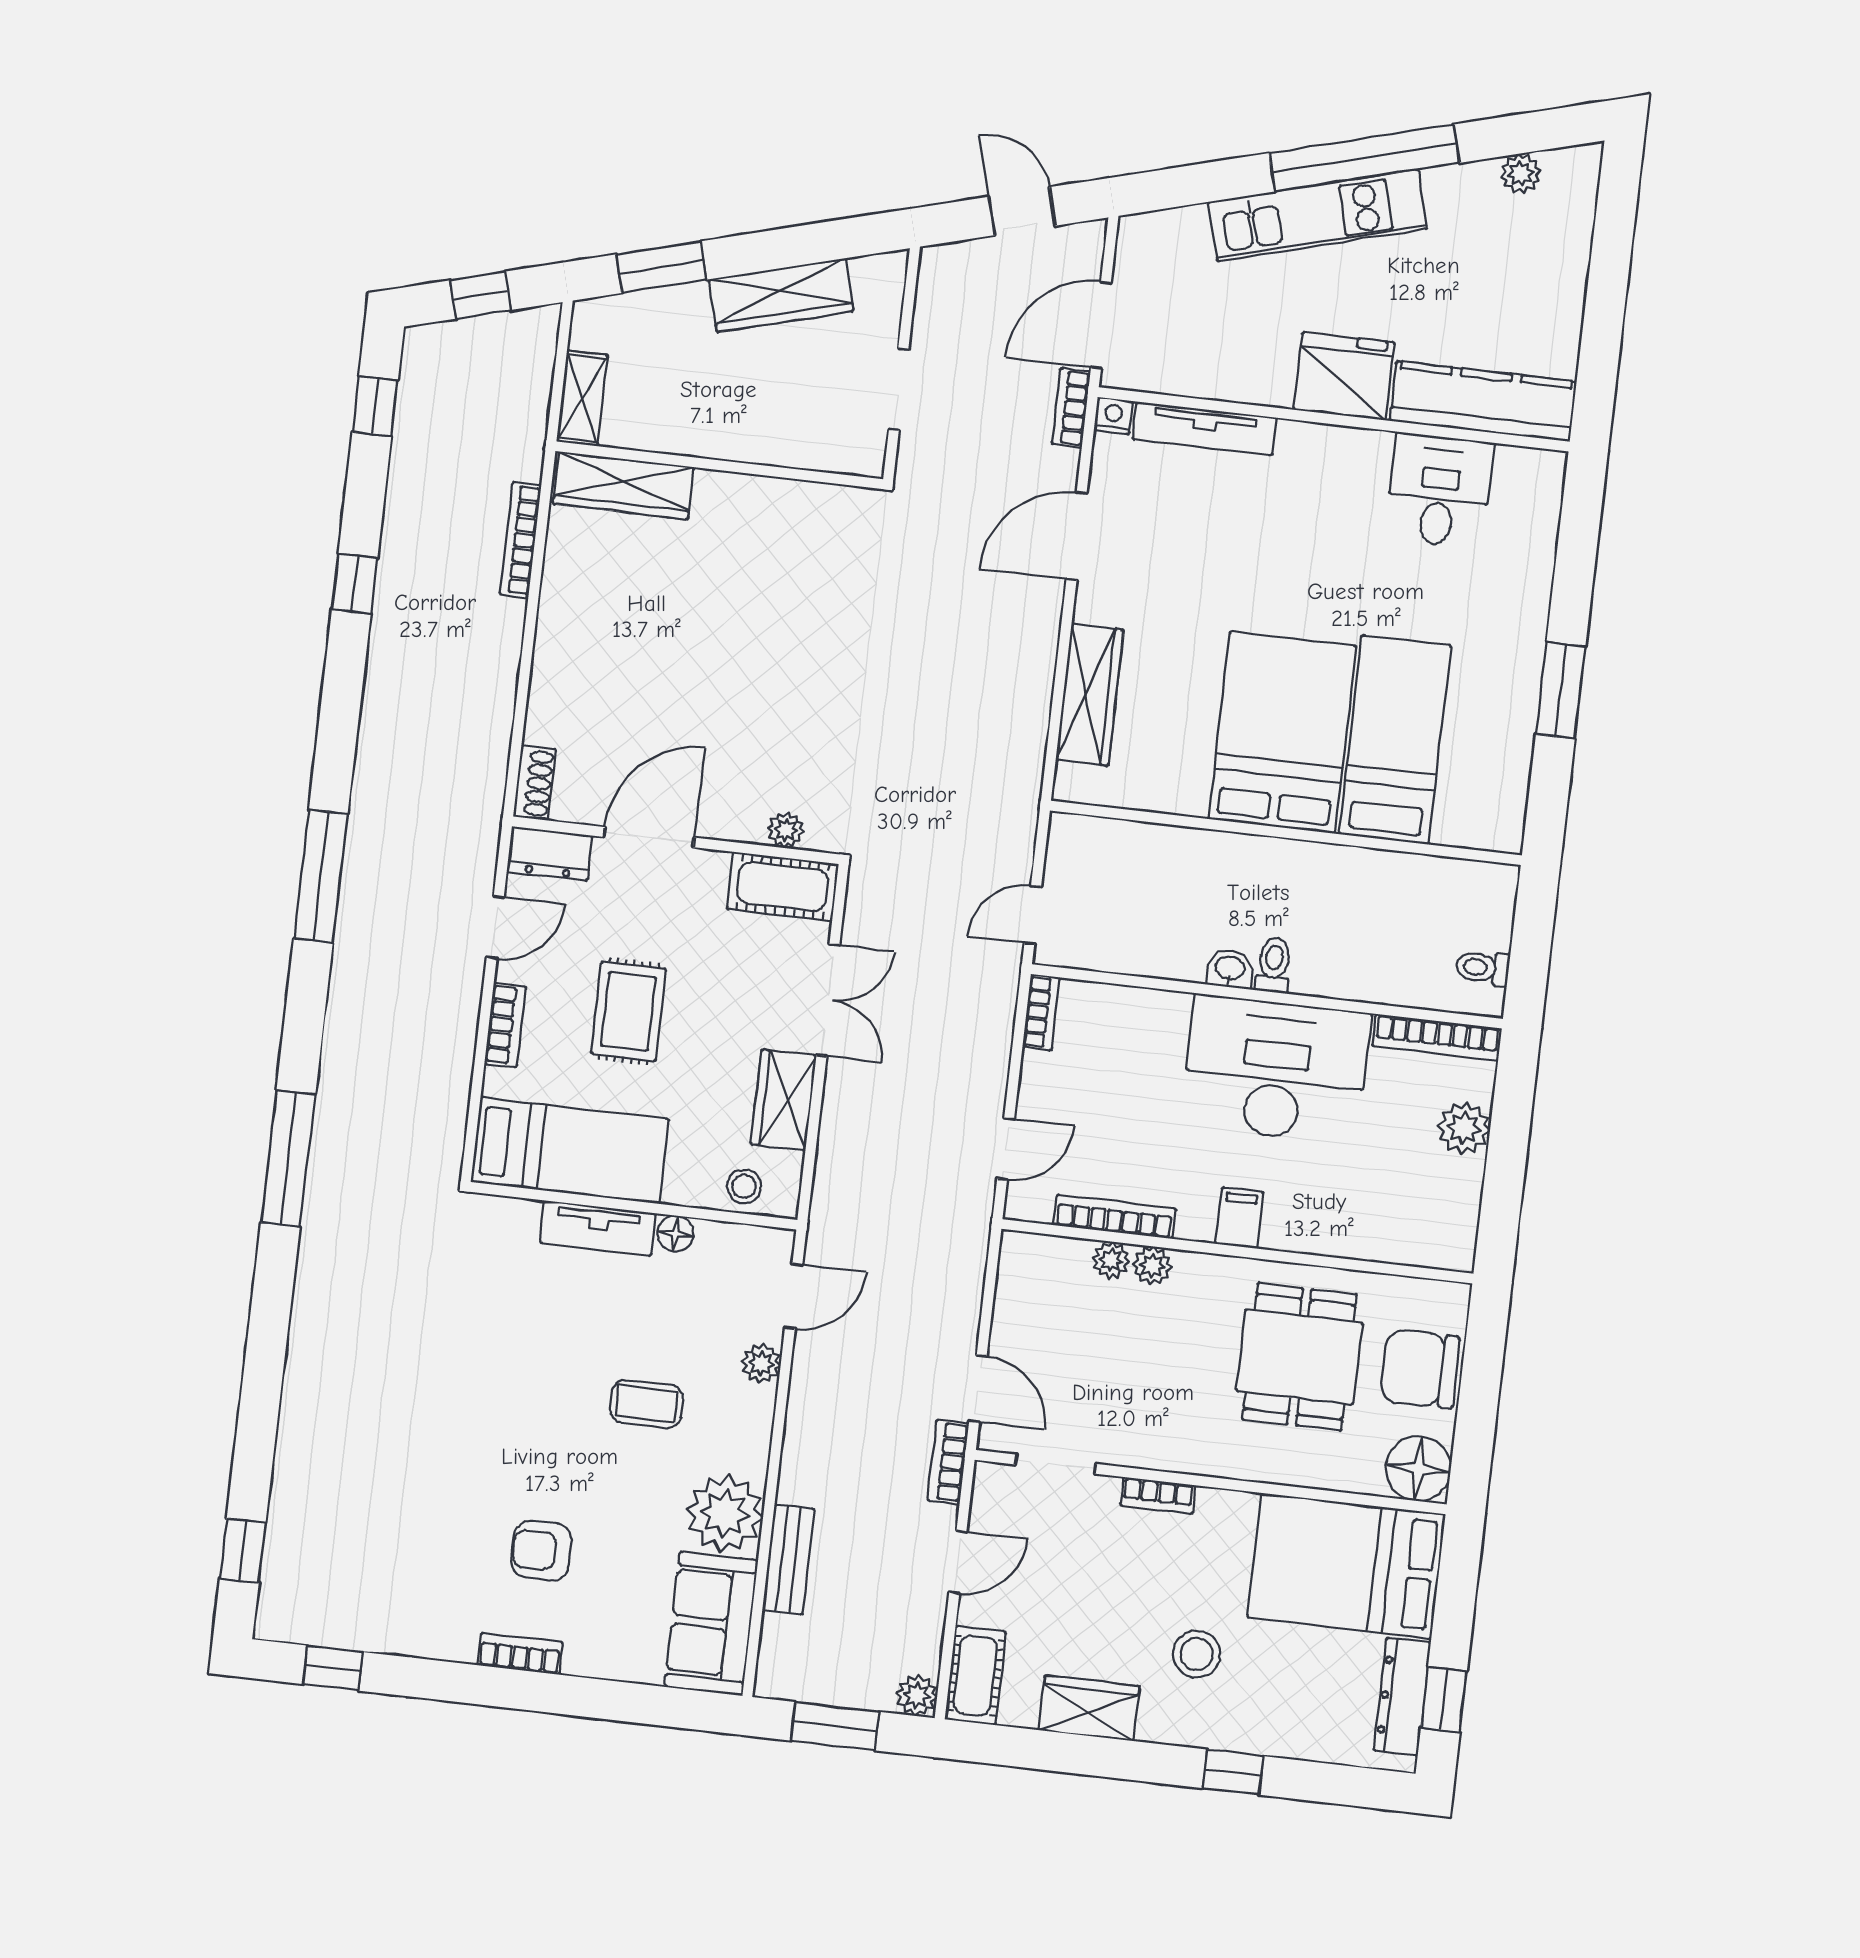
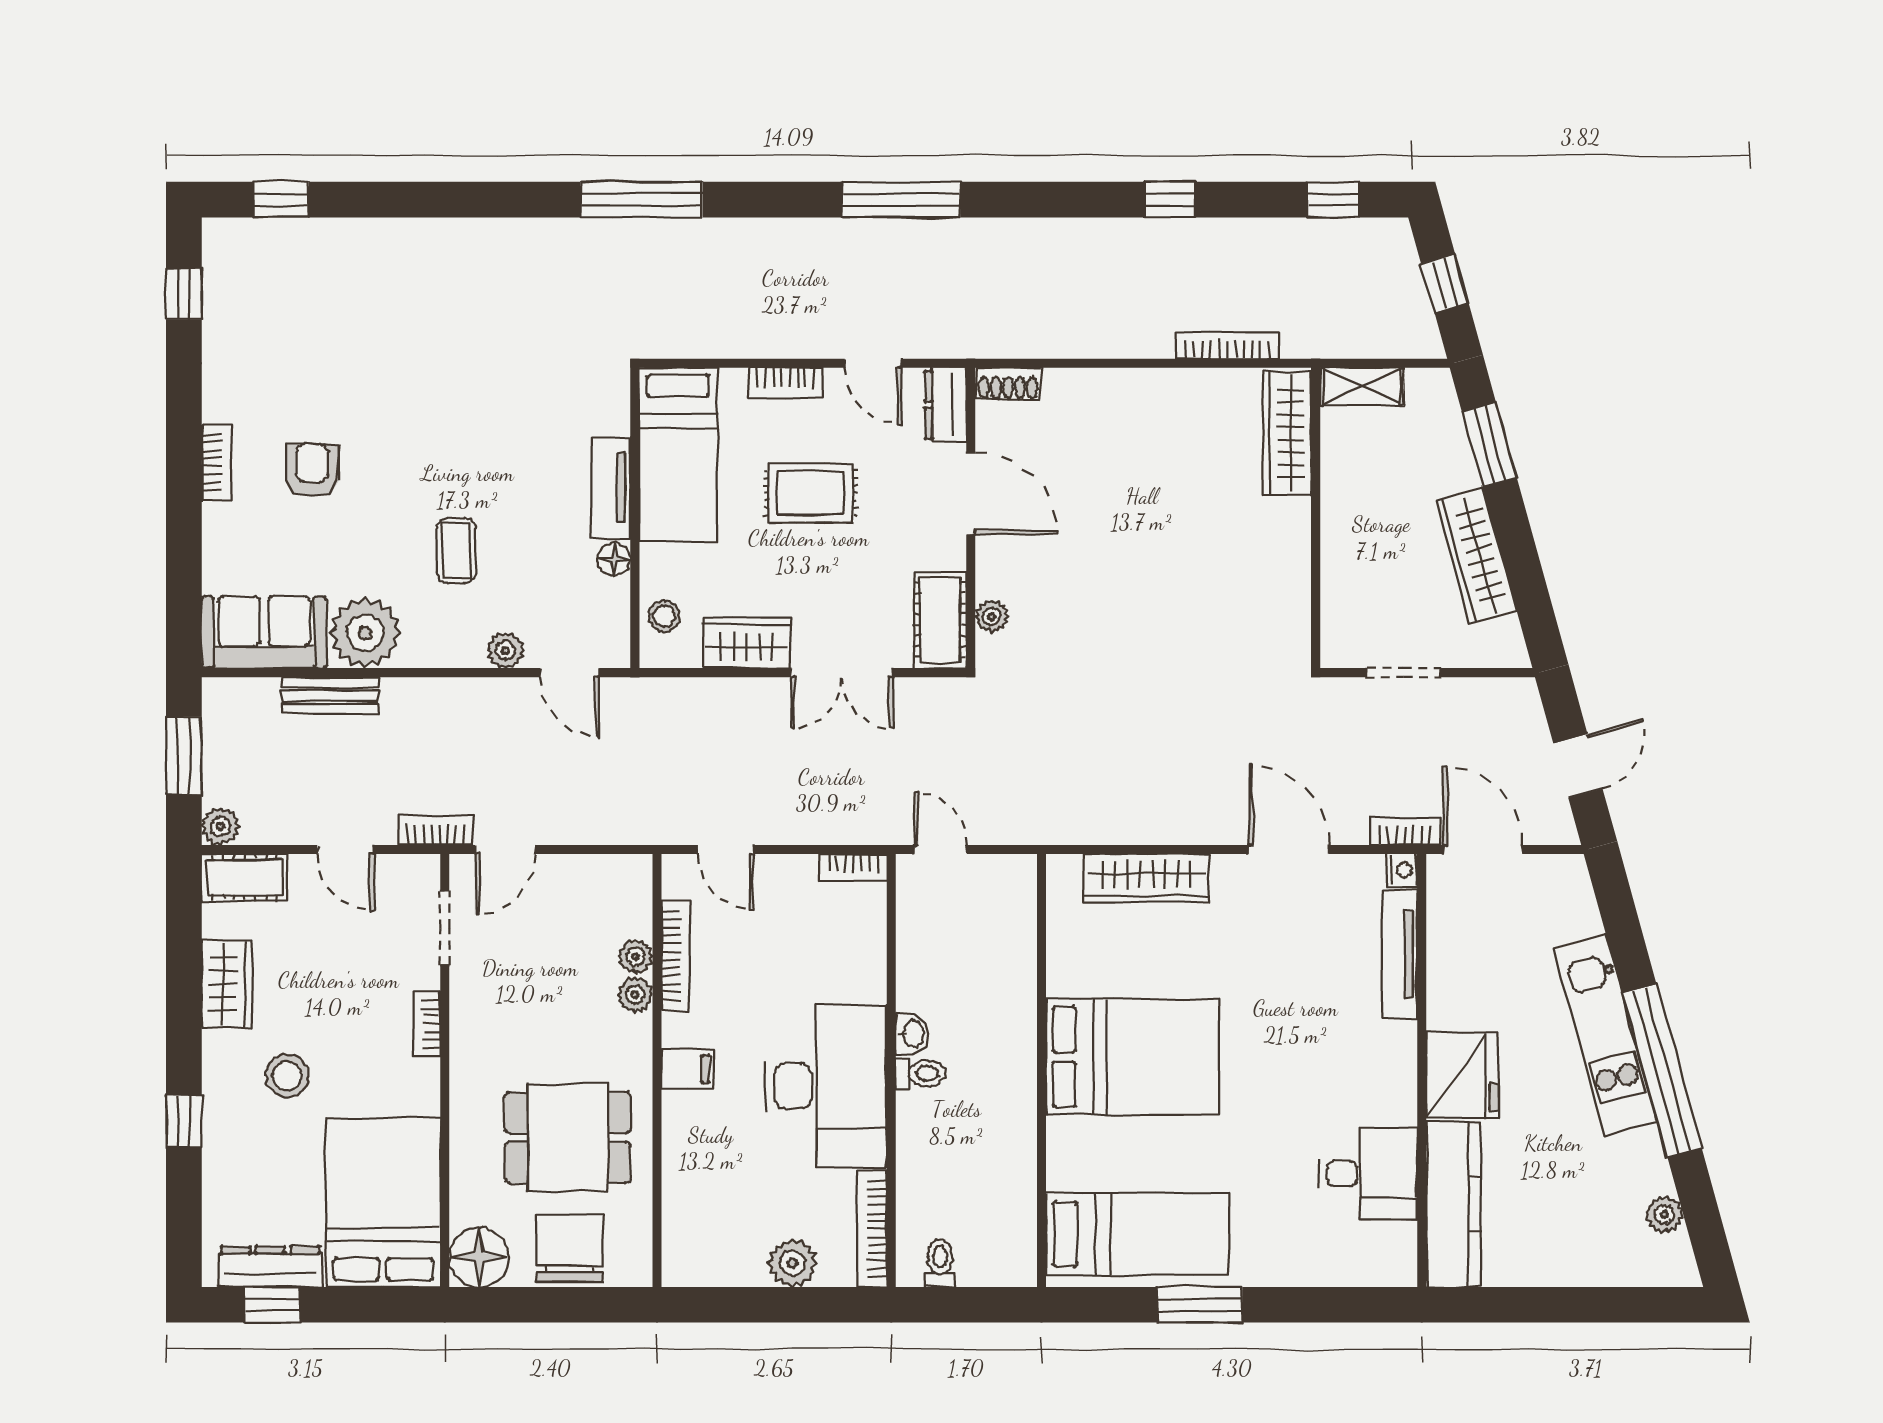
bed: (1395, 740) -> (1137, 1234), moved

